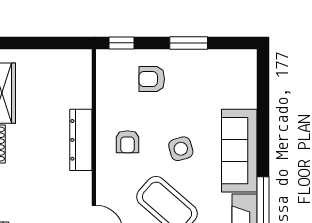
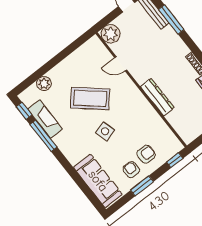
armchair: (127, 142) -> (131, 170), moved
sofa: (239, 151) -> (98, 181), moved

